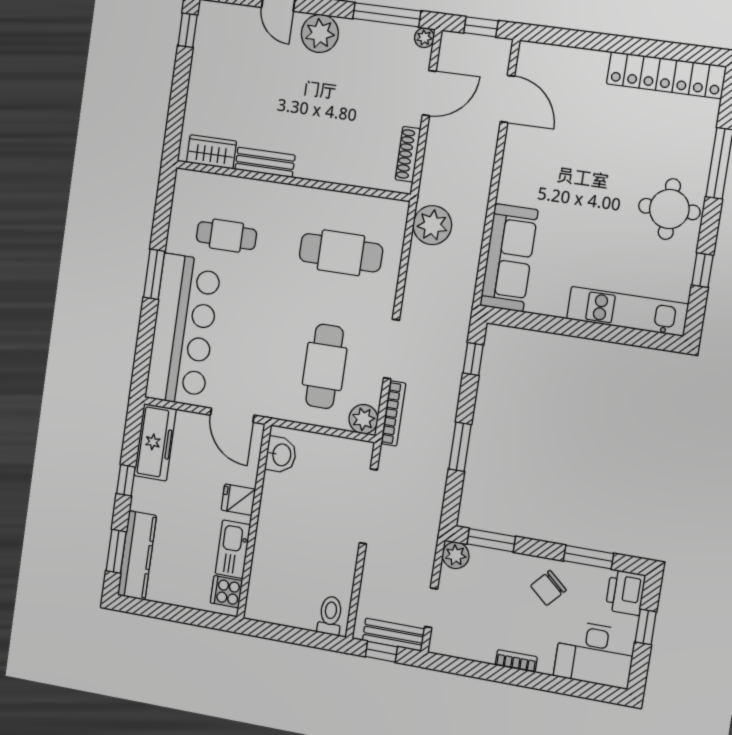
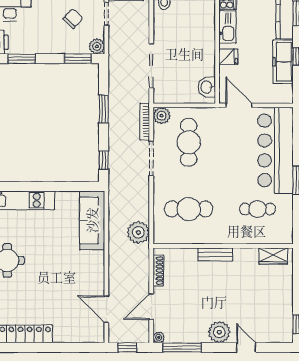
bench: (265, 162) -> (215, 254), moved
freezer: (155, 442) -> (283, 62), moved
chair: (548, 588) -> (73, 19), moved

